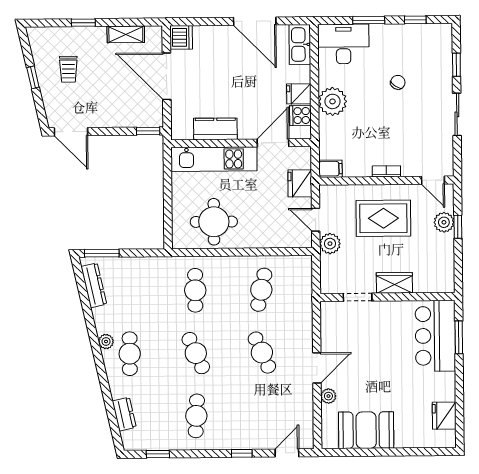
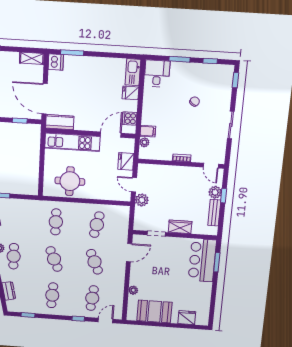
door: (255, 21) -> (104, 55), removed
window: (205, 22) -> (72, 53), added
shelving: (126, 34) -> (32, 58), moved
desk: (343, 44) -> (157, 74), width x0.73
window: (456, 65) -> (235, 80), moved
door: (167, 76) -> (45, 99), moved
fridge: (299, 94) -> (130, 93), moved
plant: (332, 101) -> (144, 142), moved, width x0.53, depth x0.53
kitchen counter: (215, 129) -> (60, 122), moved
window: (148, 131) -> (20, 121), moved
filing cabinet: (330, 169) -> (148, 131), moved
rug: (383, 218) -> (177, 187), removed
bench: (446, 255) -> (214, 213), added
door: (317, 368) -> (129, 253), moved
cafe table: (262, 415) -> (92, 298), added
fridge: (444, 416) -> (187, 318), moved, turned 90

